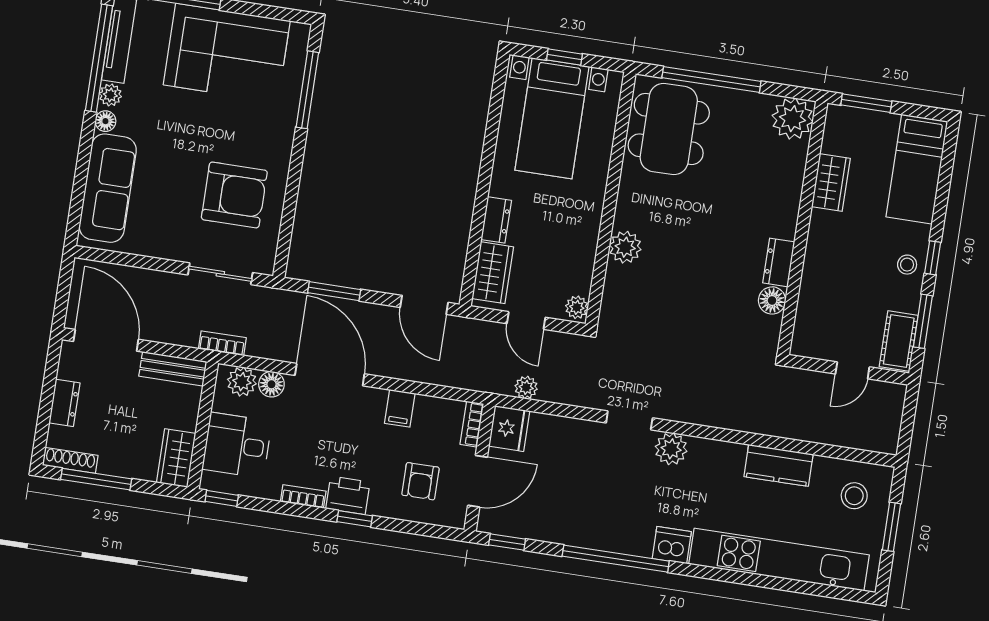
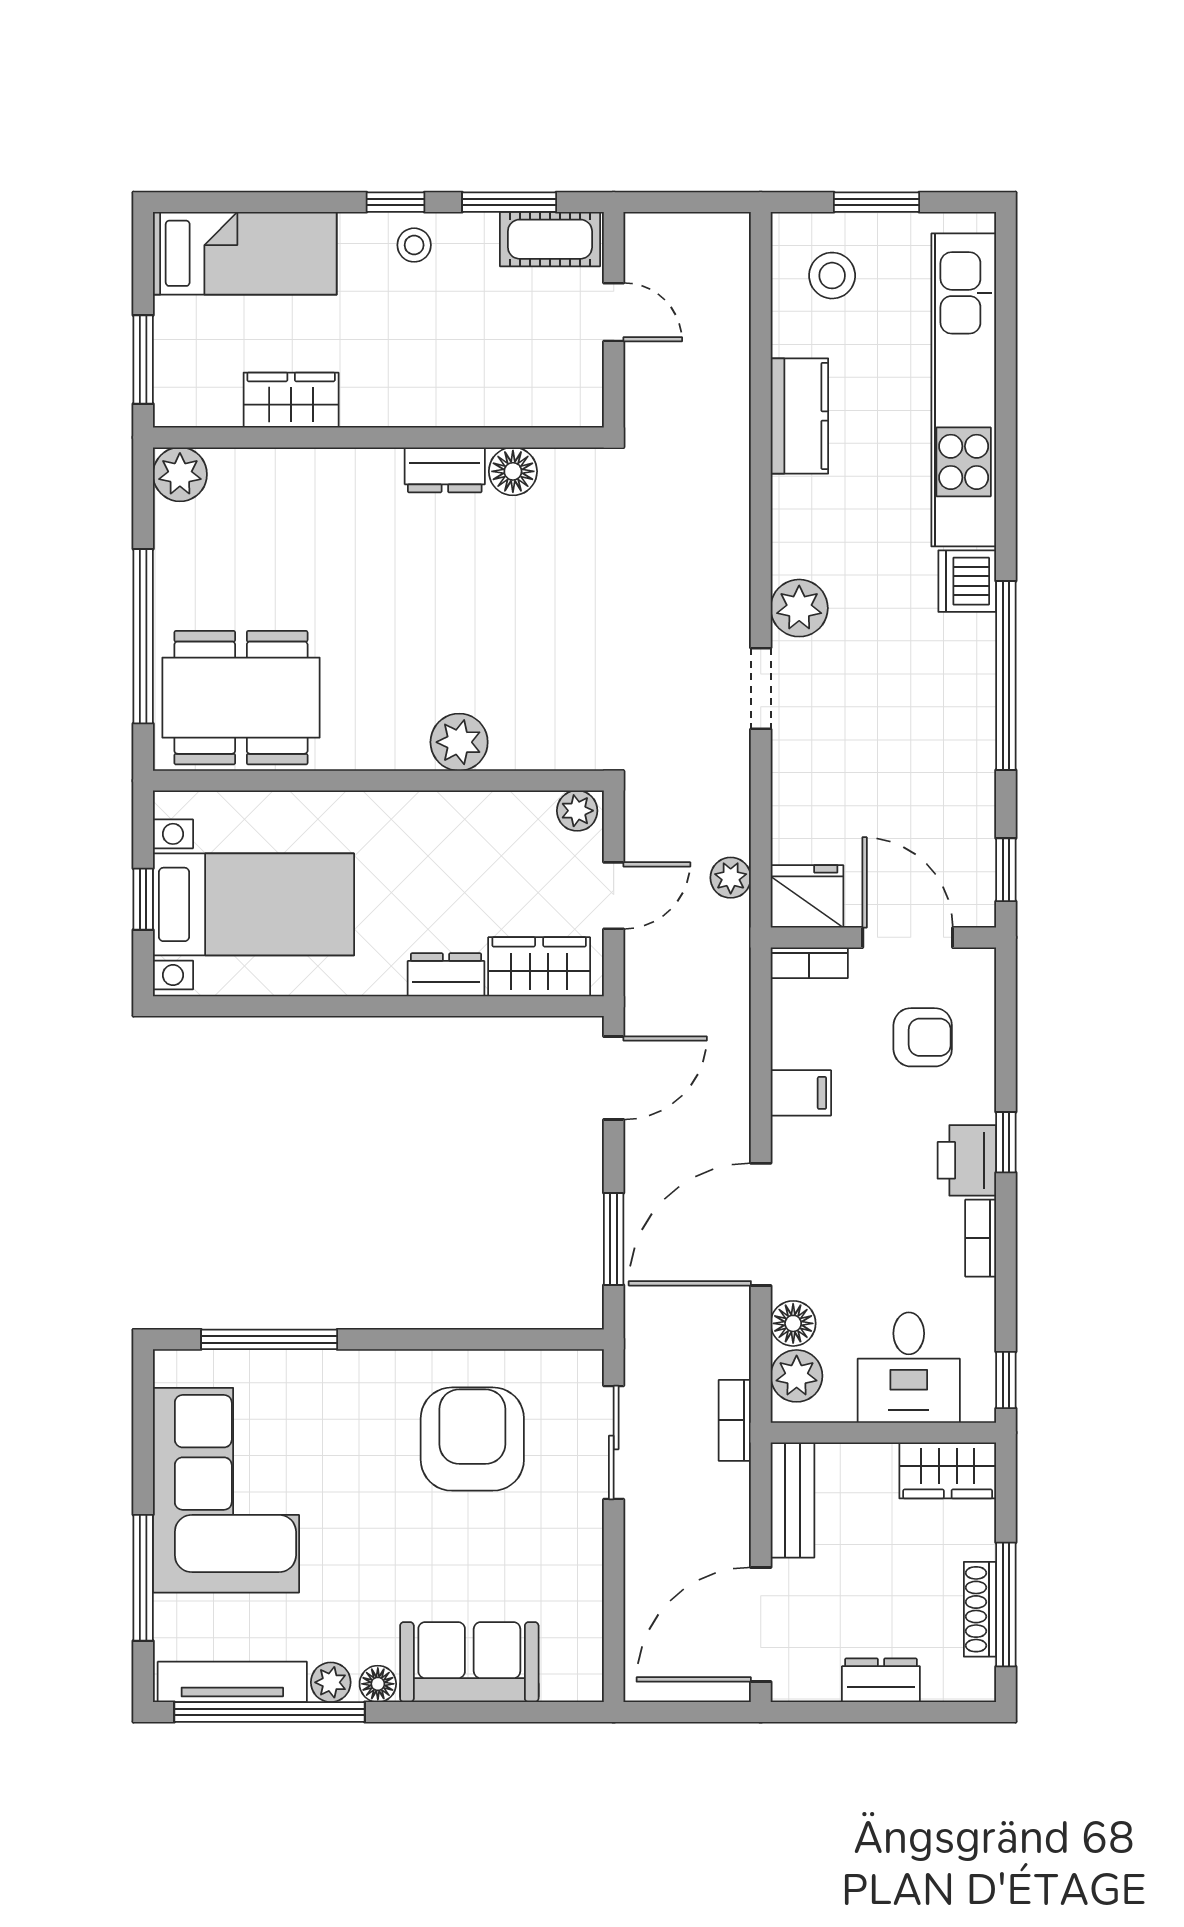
plant: (793, 119) -> (180, 474), width x0.73, depth x0.73
sofa: (108, 188) -> (469, 1662), width x0.73
shoe rack: (70, 460) -> (980, 1609), moved

